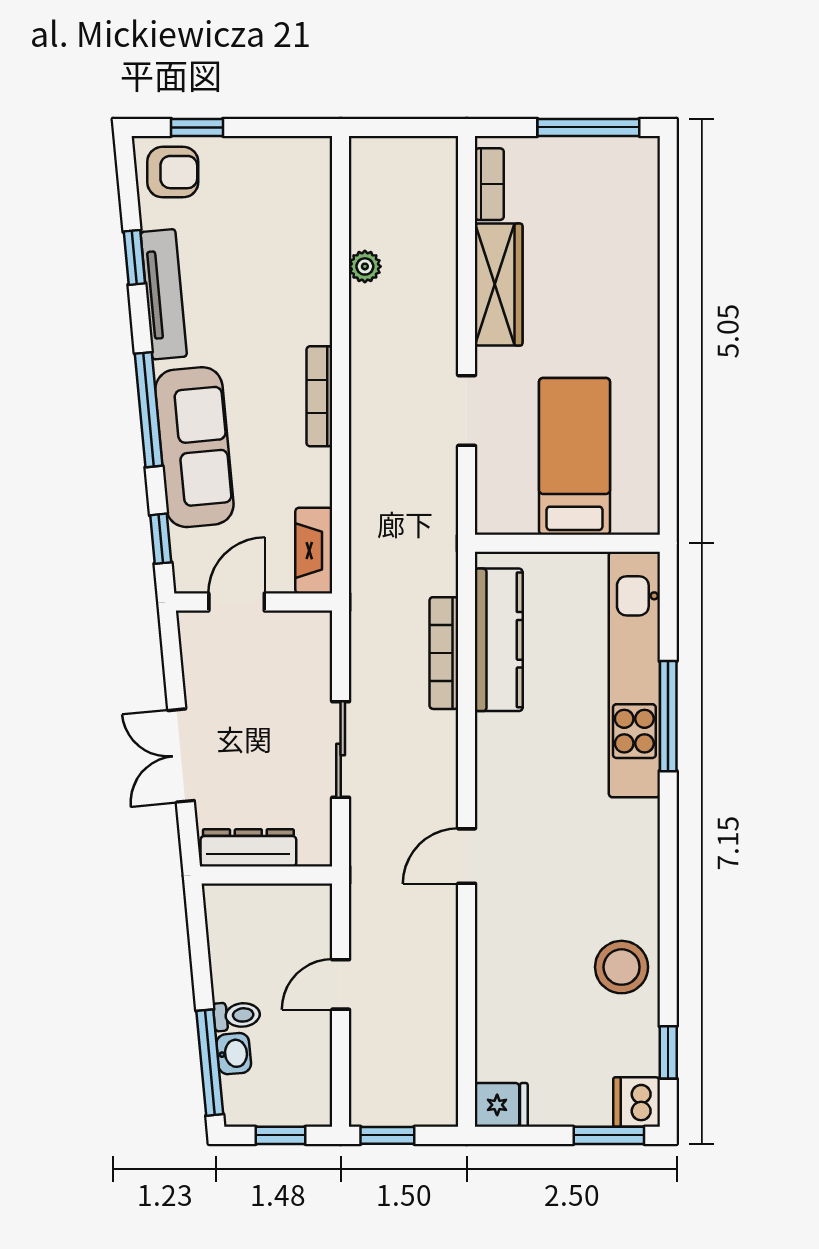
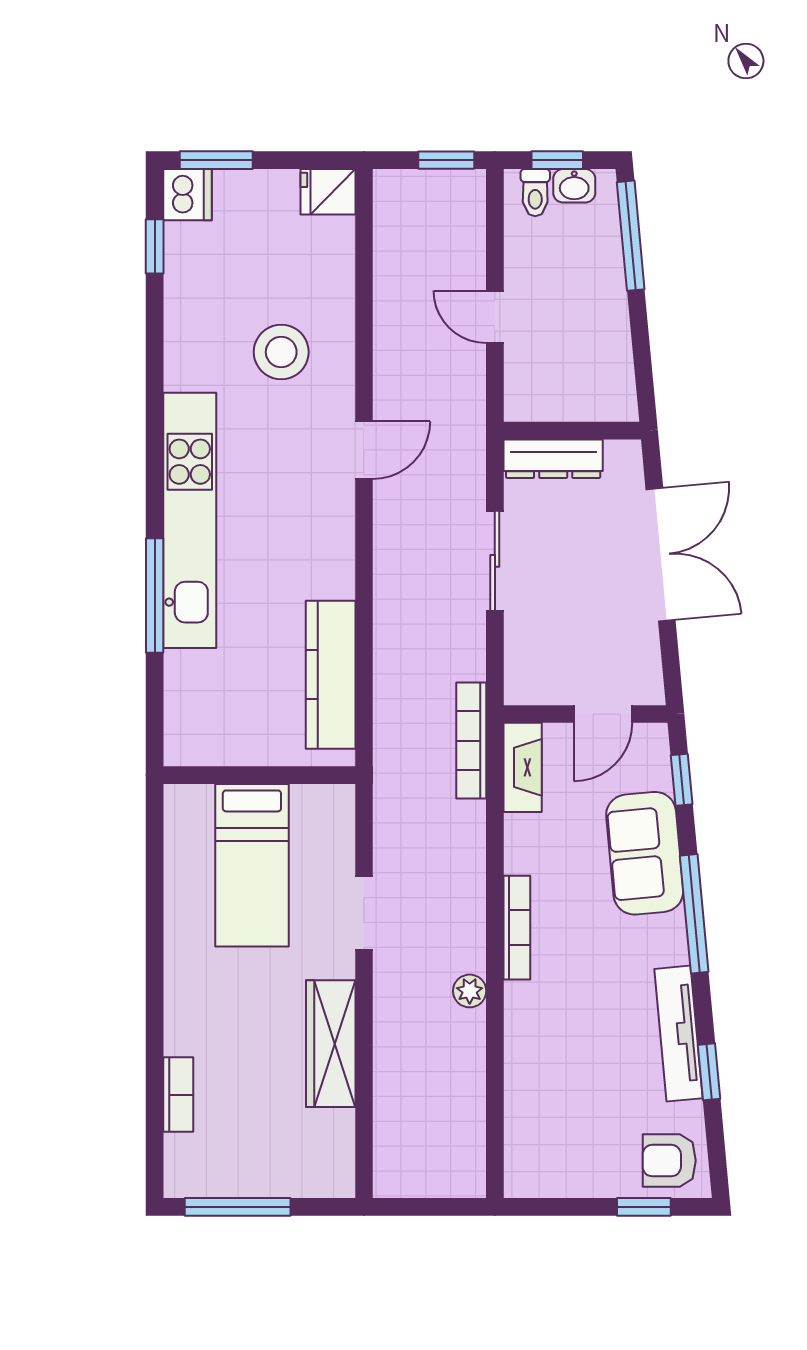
bookcase: (489, 184) -> (178, 1095), moved, turned 180
plant: (365, 266) -> (470, 991), moved
sofa: (194, 447) -> (645, 853), width x0.73
bookcase: (444, 653) -> (471, 741), moved, turned 180
kitchen unit: (634, 675) -> (190, 520), moved
double door: (181, 756) -> (661, 555), width x1.37
dresser: (248, 848) -> (553, 459), moved
stool: (622, 967) -> (281, 352), moved
door: (341, 984) -> (495, 317), swing flipped
toilet: (237, 1016) -> (535, 193), moved, turned -85
washbasin: (234, 1054) -> (574, 186), moved, turned -85

